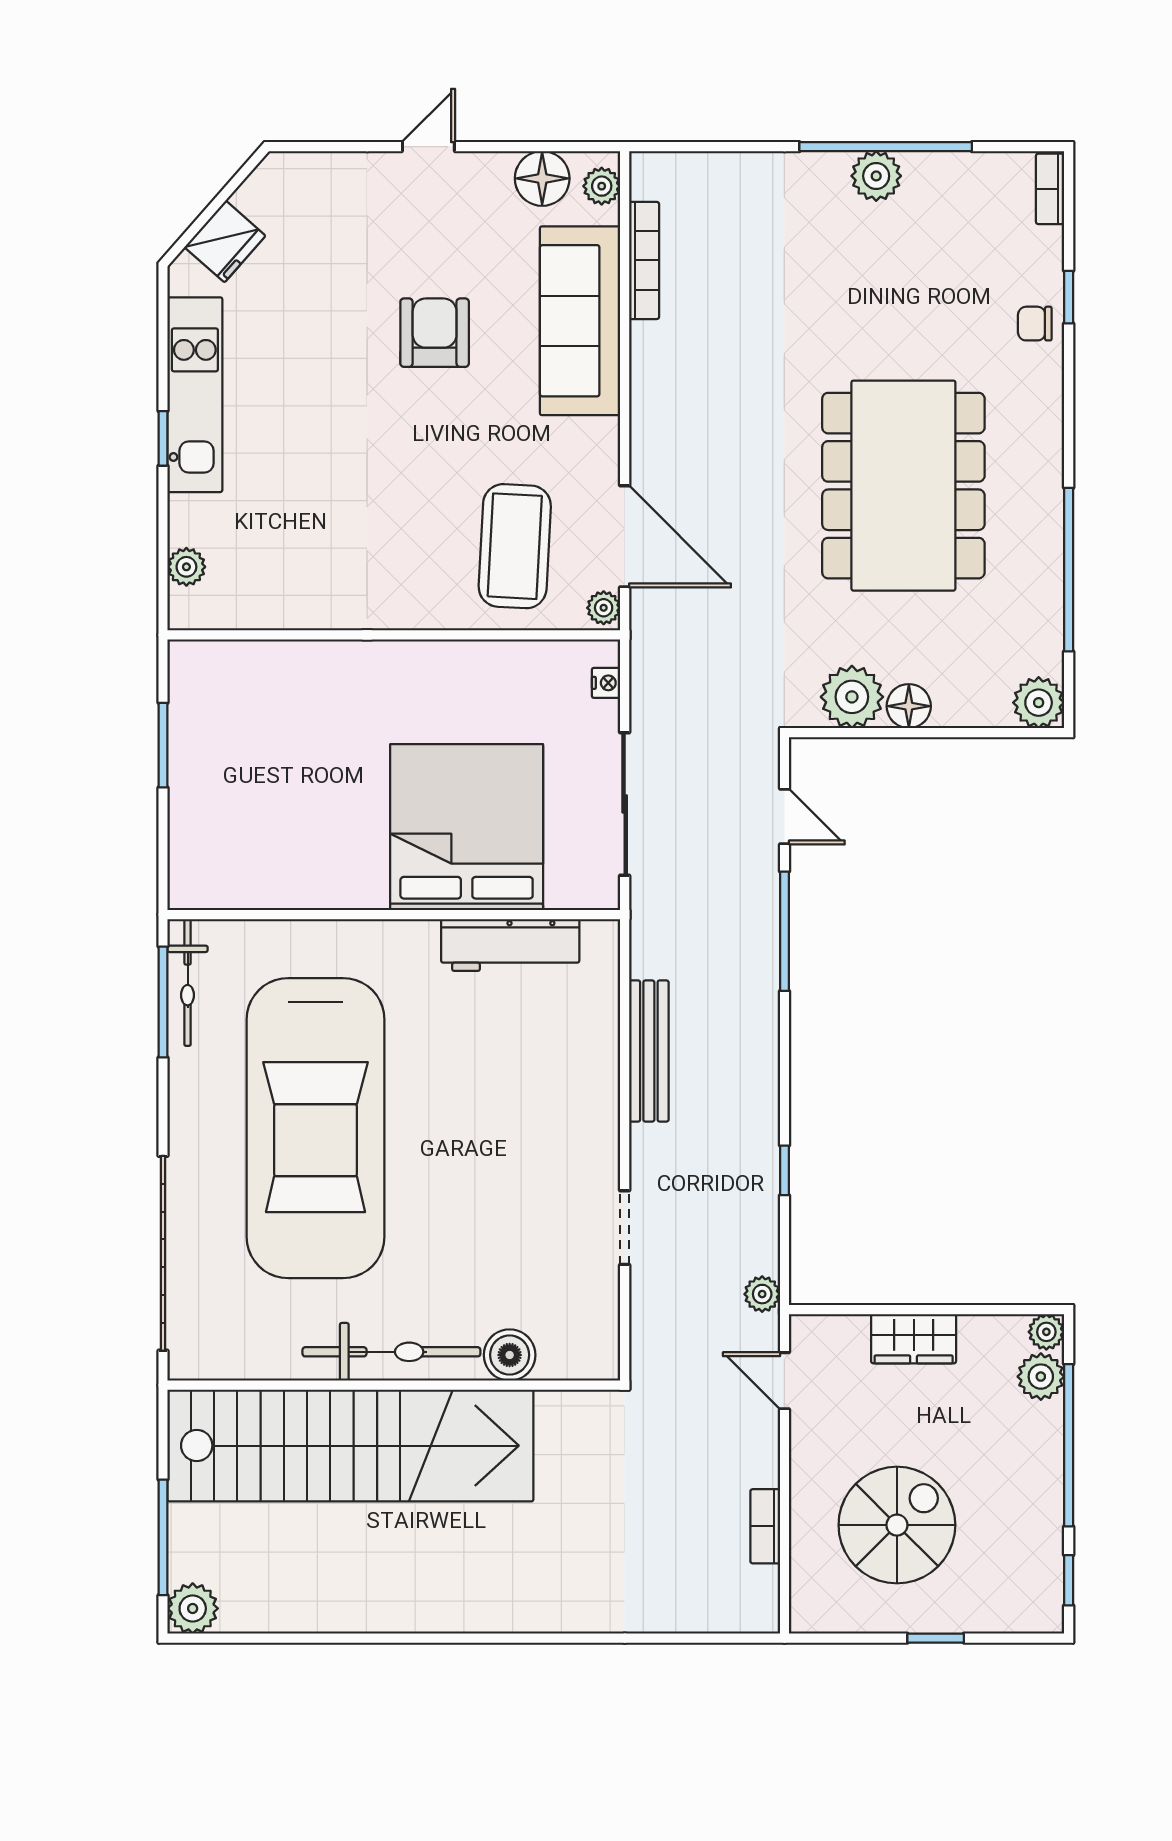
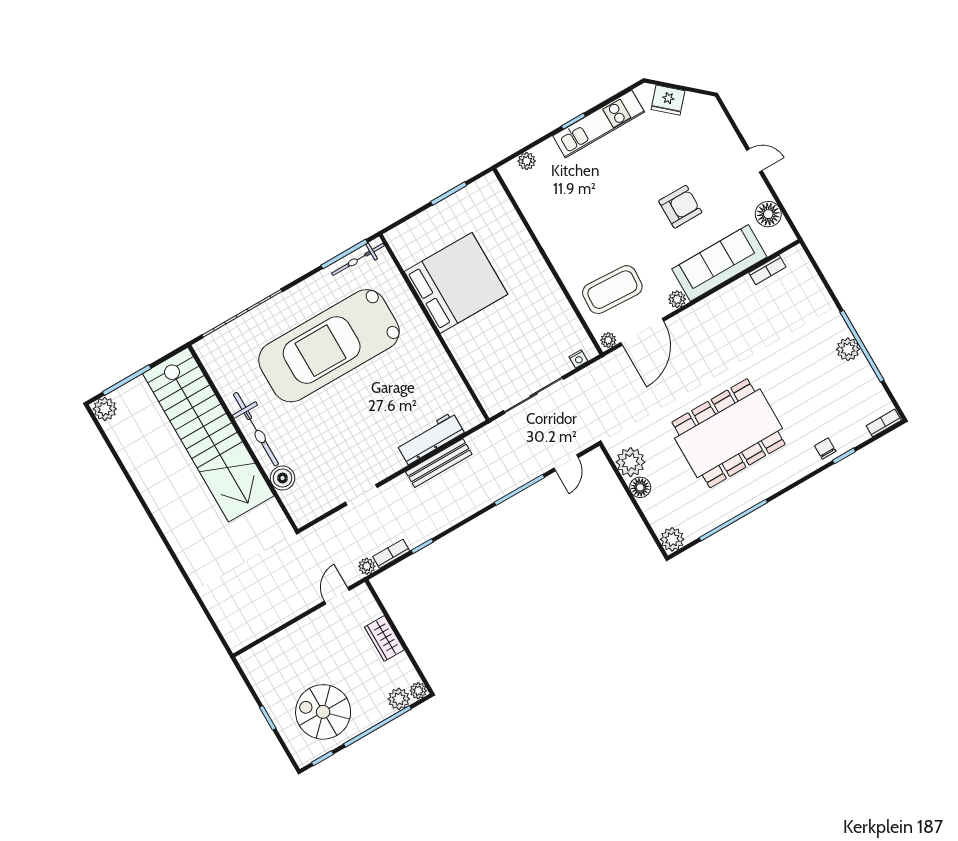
plant: (602, 186) -> (677, 299), moved
bookcase: (644, 260) -> (767, 270), width x0.64
bed: (467, 827) -> (456, 283), moved
workbench: (510, 945) -> (430, 438), moved, turned 90
spiral stairs: (897, 1525) -> (323, 712), moved, turned 180
bookcase: (765, 1526) -> (391, 554), moved

